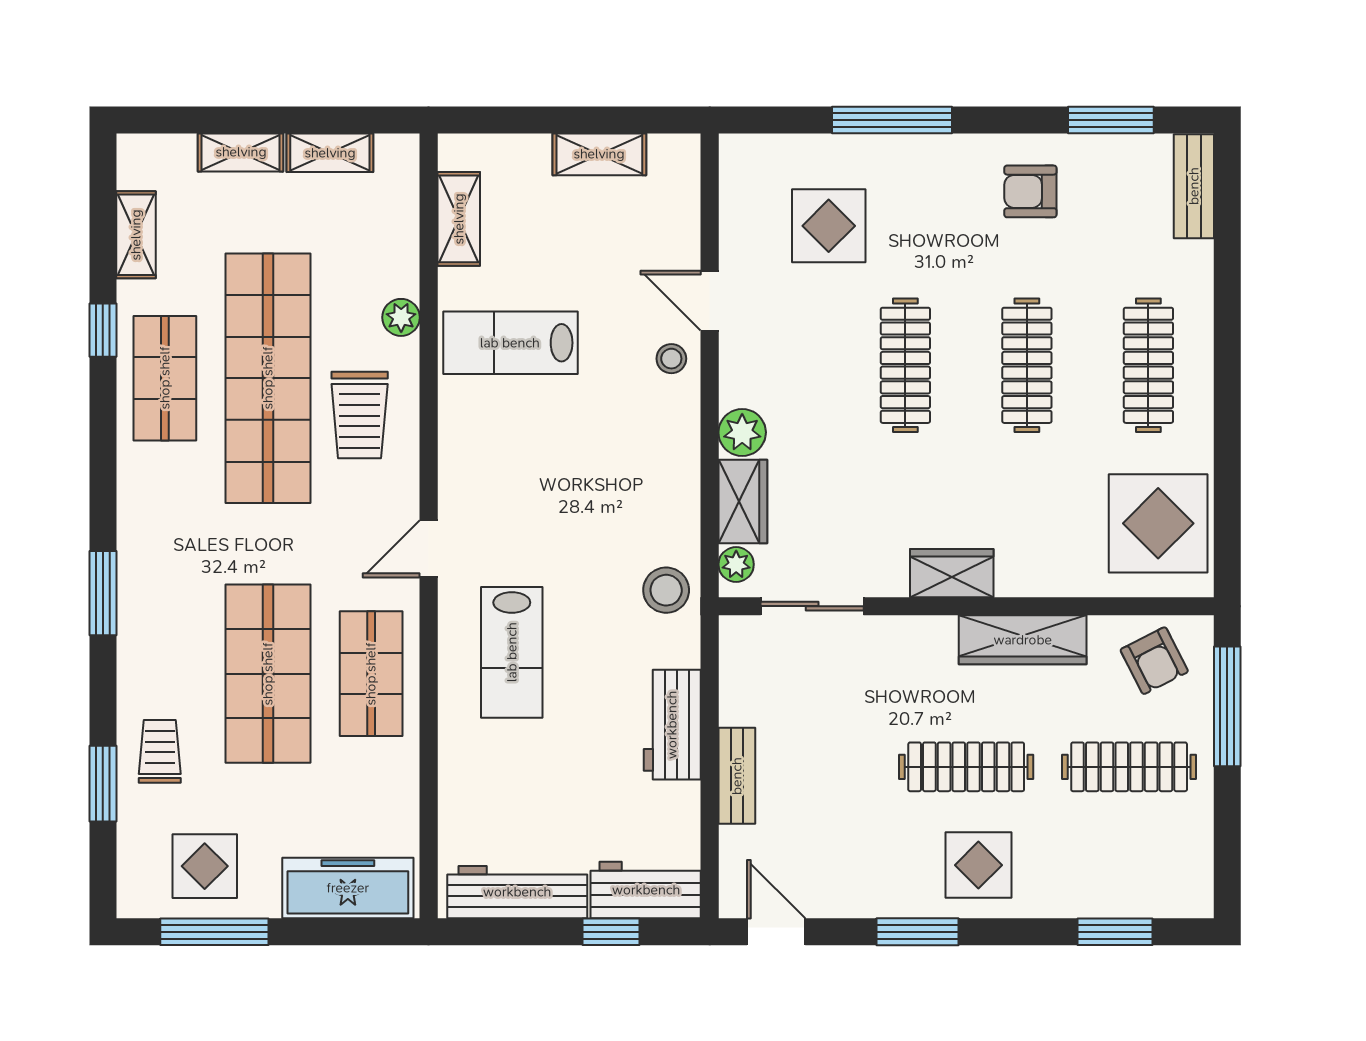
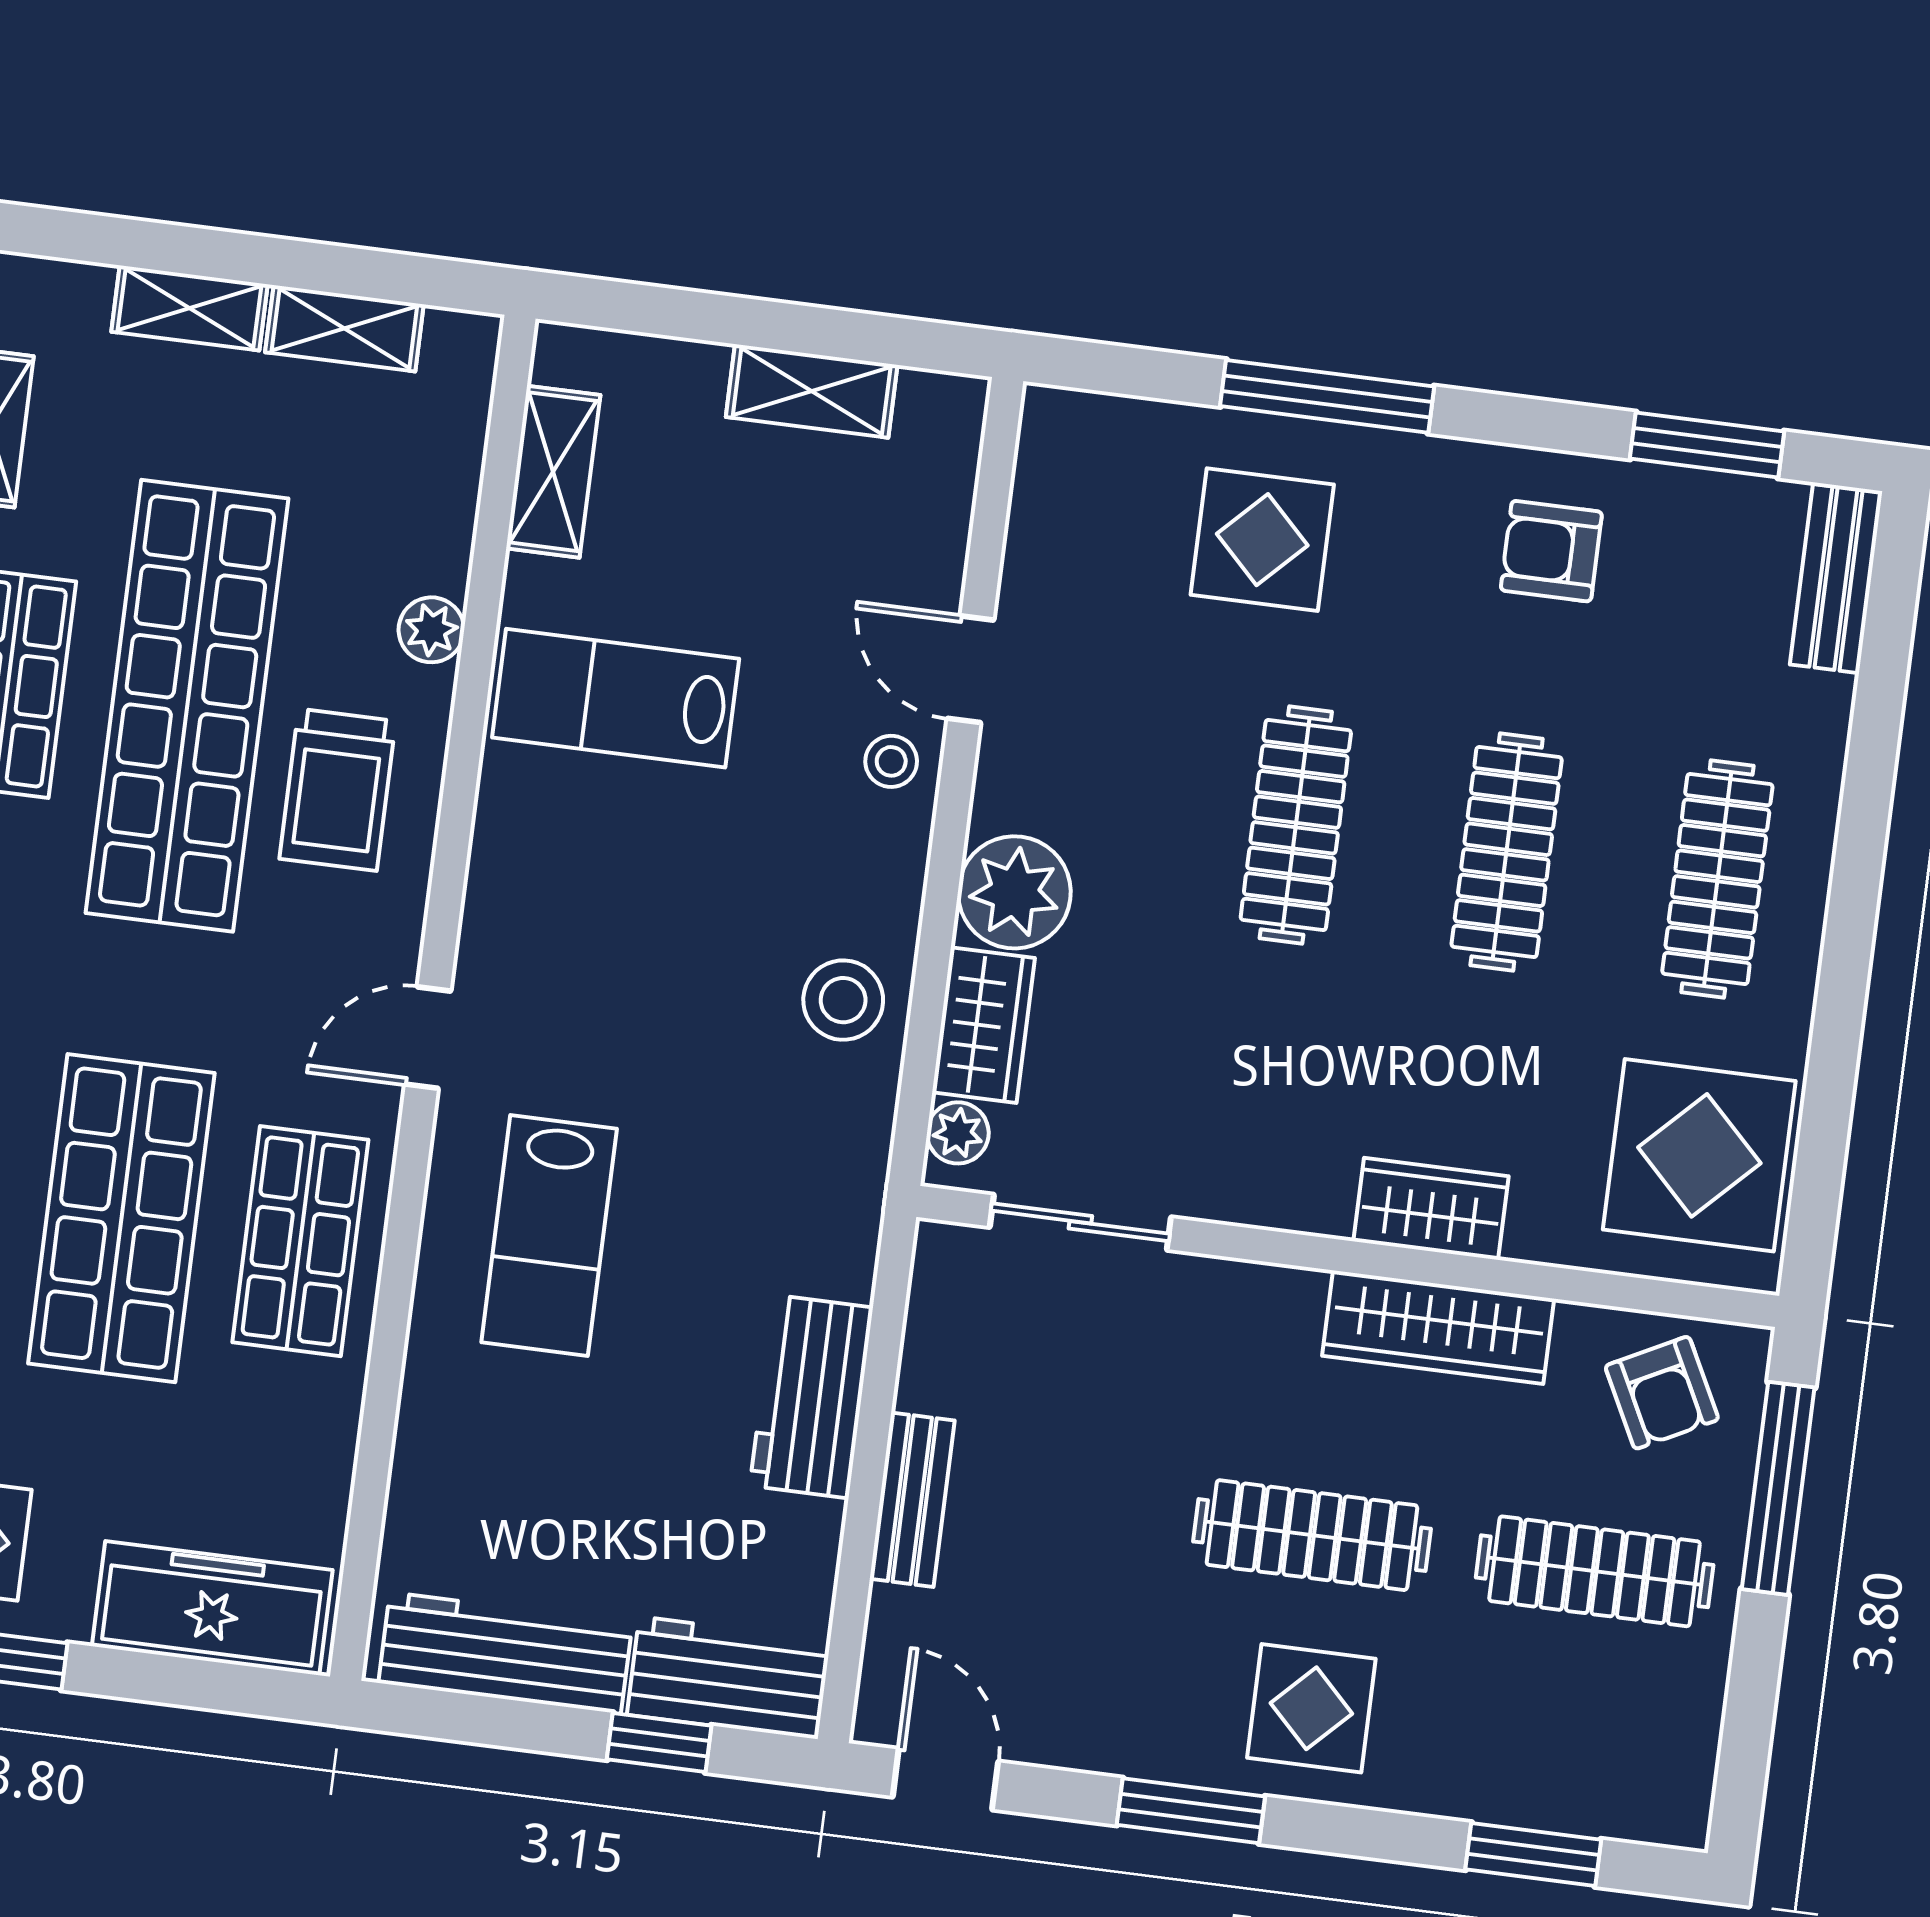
display table: (829, 226) -> (1262, 540), moved
plant: (742, 432) -> (1014, 892), width x1.36, depth x1.36
wardrobe: (952, 573) -> (1431, 1209), moved
stool: (666, 590) -> (843, 1000), moved

